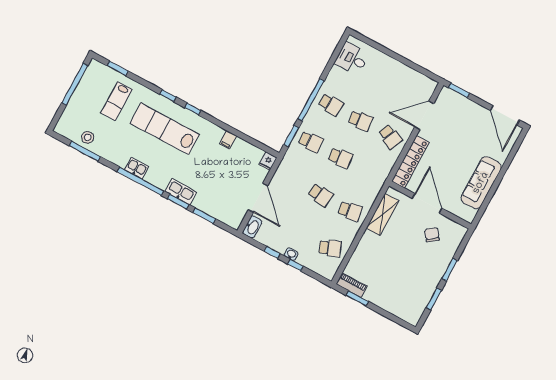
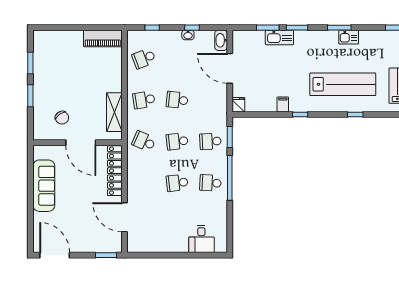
desk: (352, 59) -> (201, 239), moved, turned 90
window: (193, 109) -> (300, 114), moved
door: (424, 115) -> (125, 217), swing flipped
school desk: (390, 137) -> (144, 141), moved
window: (140, 181) -> (339, 28), width x0.47
kitchen sink: (181, 192) -> (279, 37), moved
washbasin: (291, 254) -> (188, 35), moved
window: (296, 265) -> (152, 28), moved
piano: (351, 285) -> (103, 38), width x1.37, depth x1.33
window: (357, 299) -> (97, 28), removed

